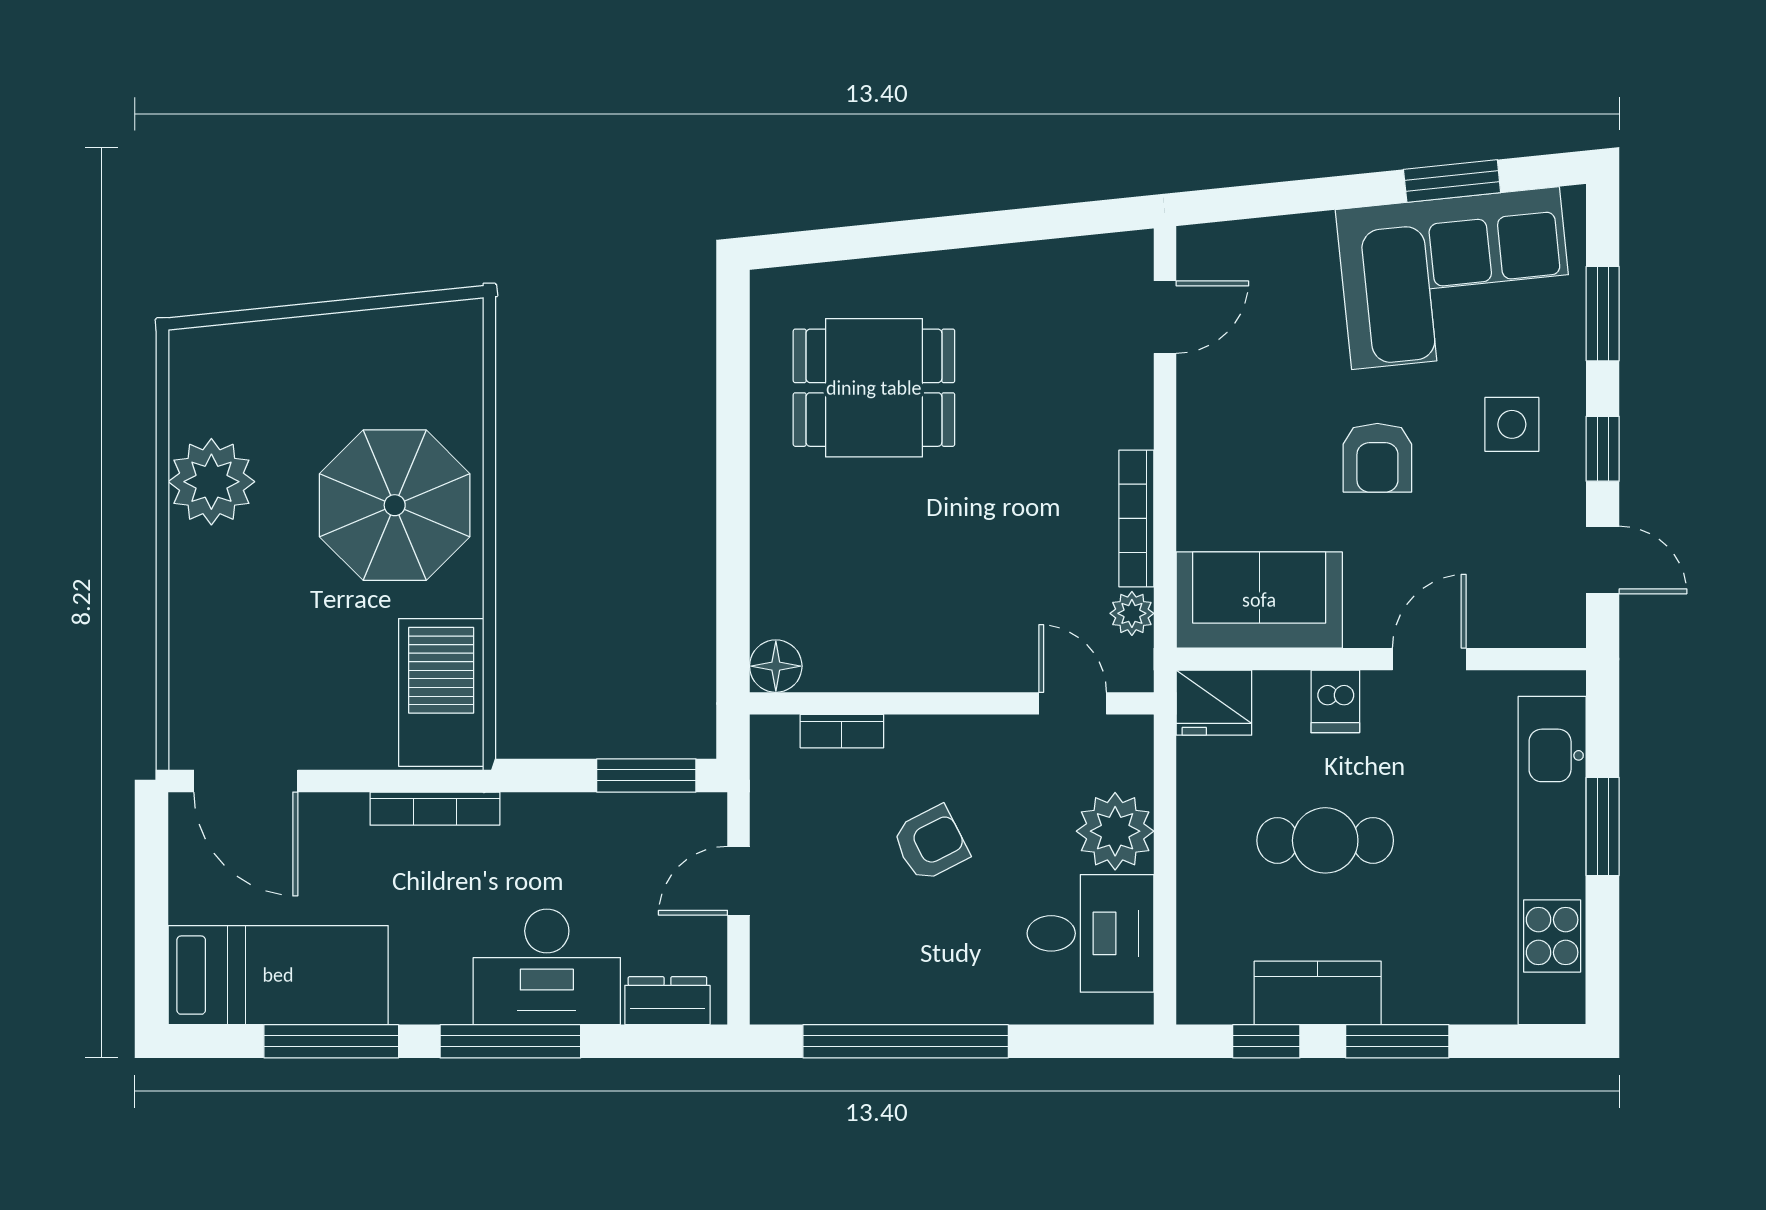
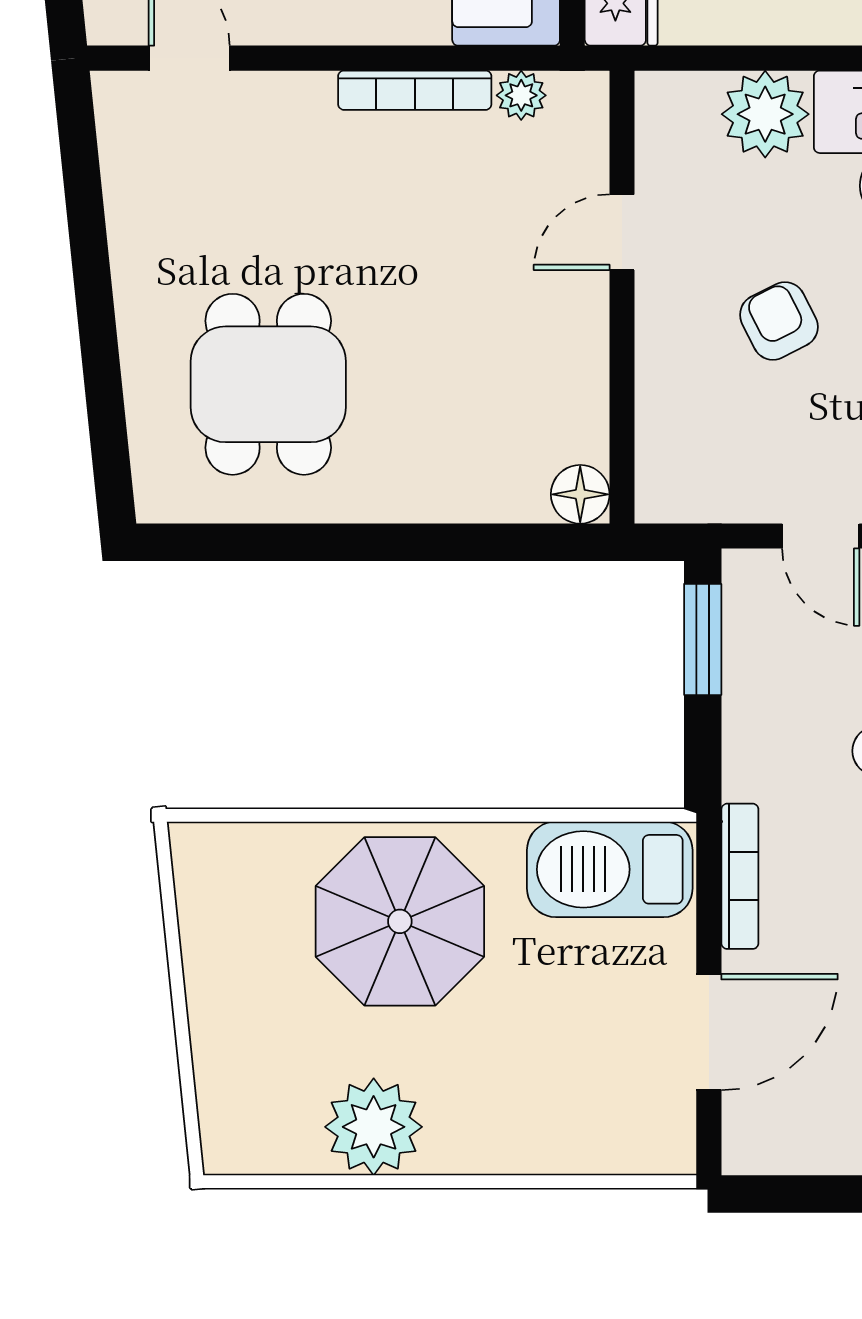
door: (1073, 703) -> (622, 232), moved
bookcase: (842, 731) -> (653, 420), removed
door: (246, 781) -> (709, 1032), moved

